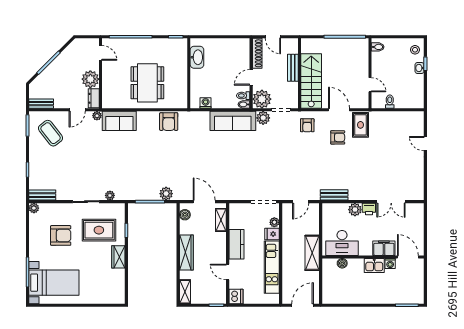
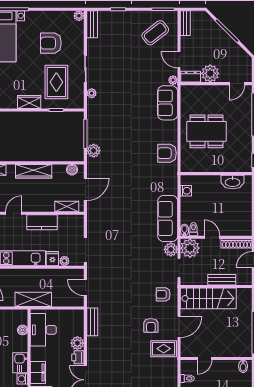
armchair: (61, 235) -> (51, 43), turned 90

